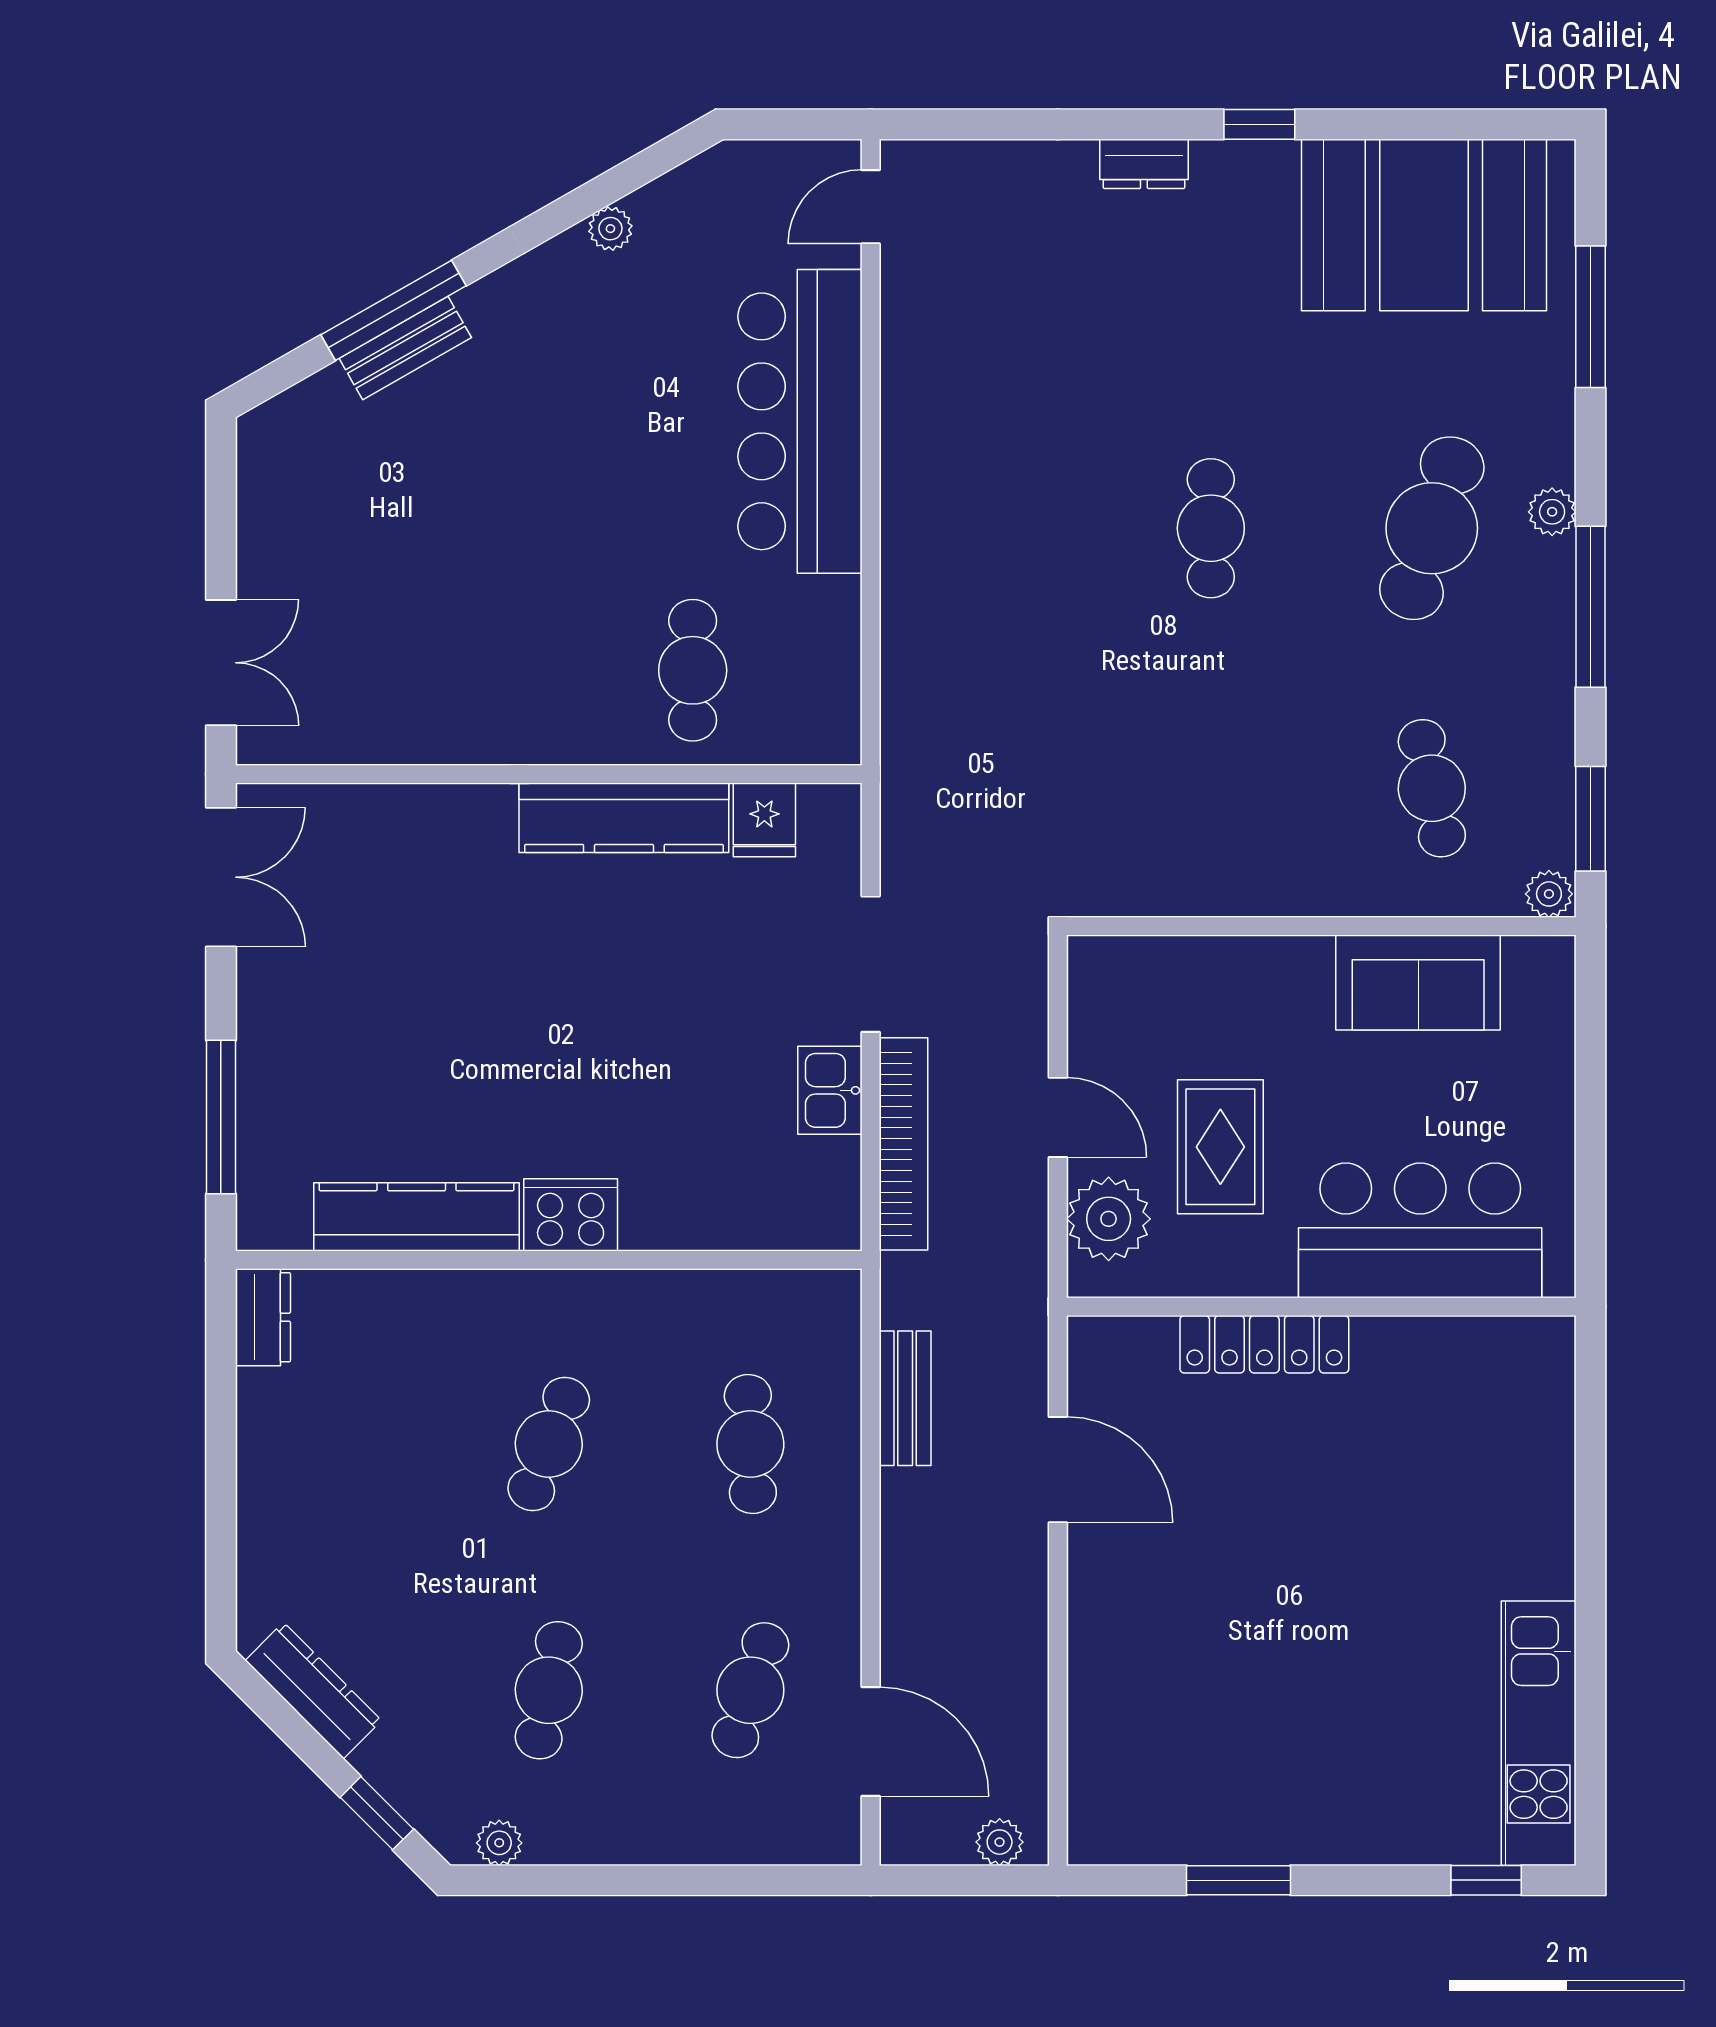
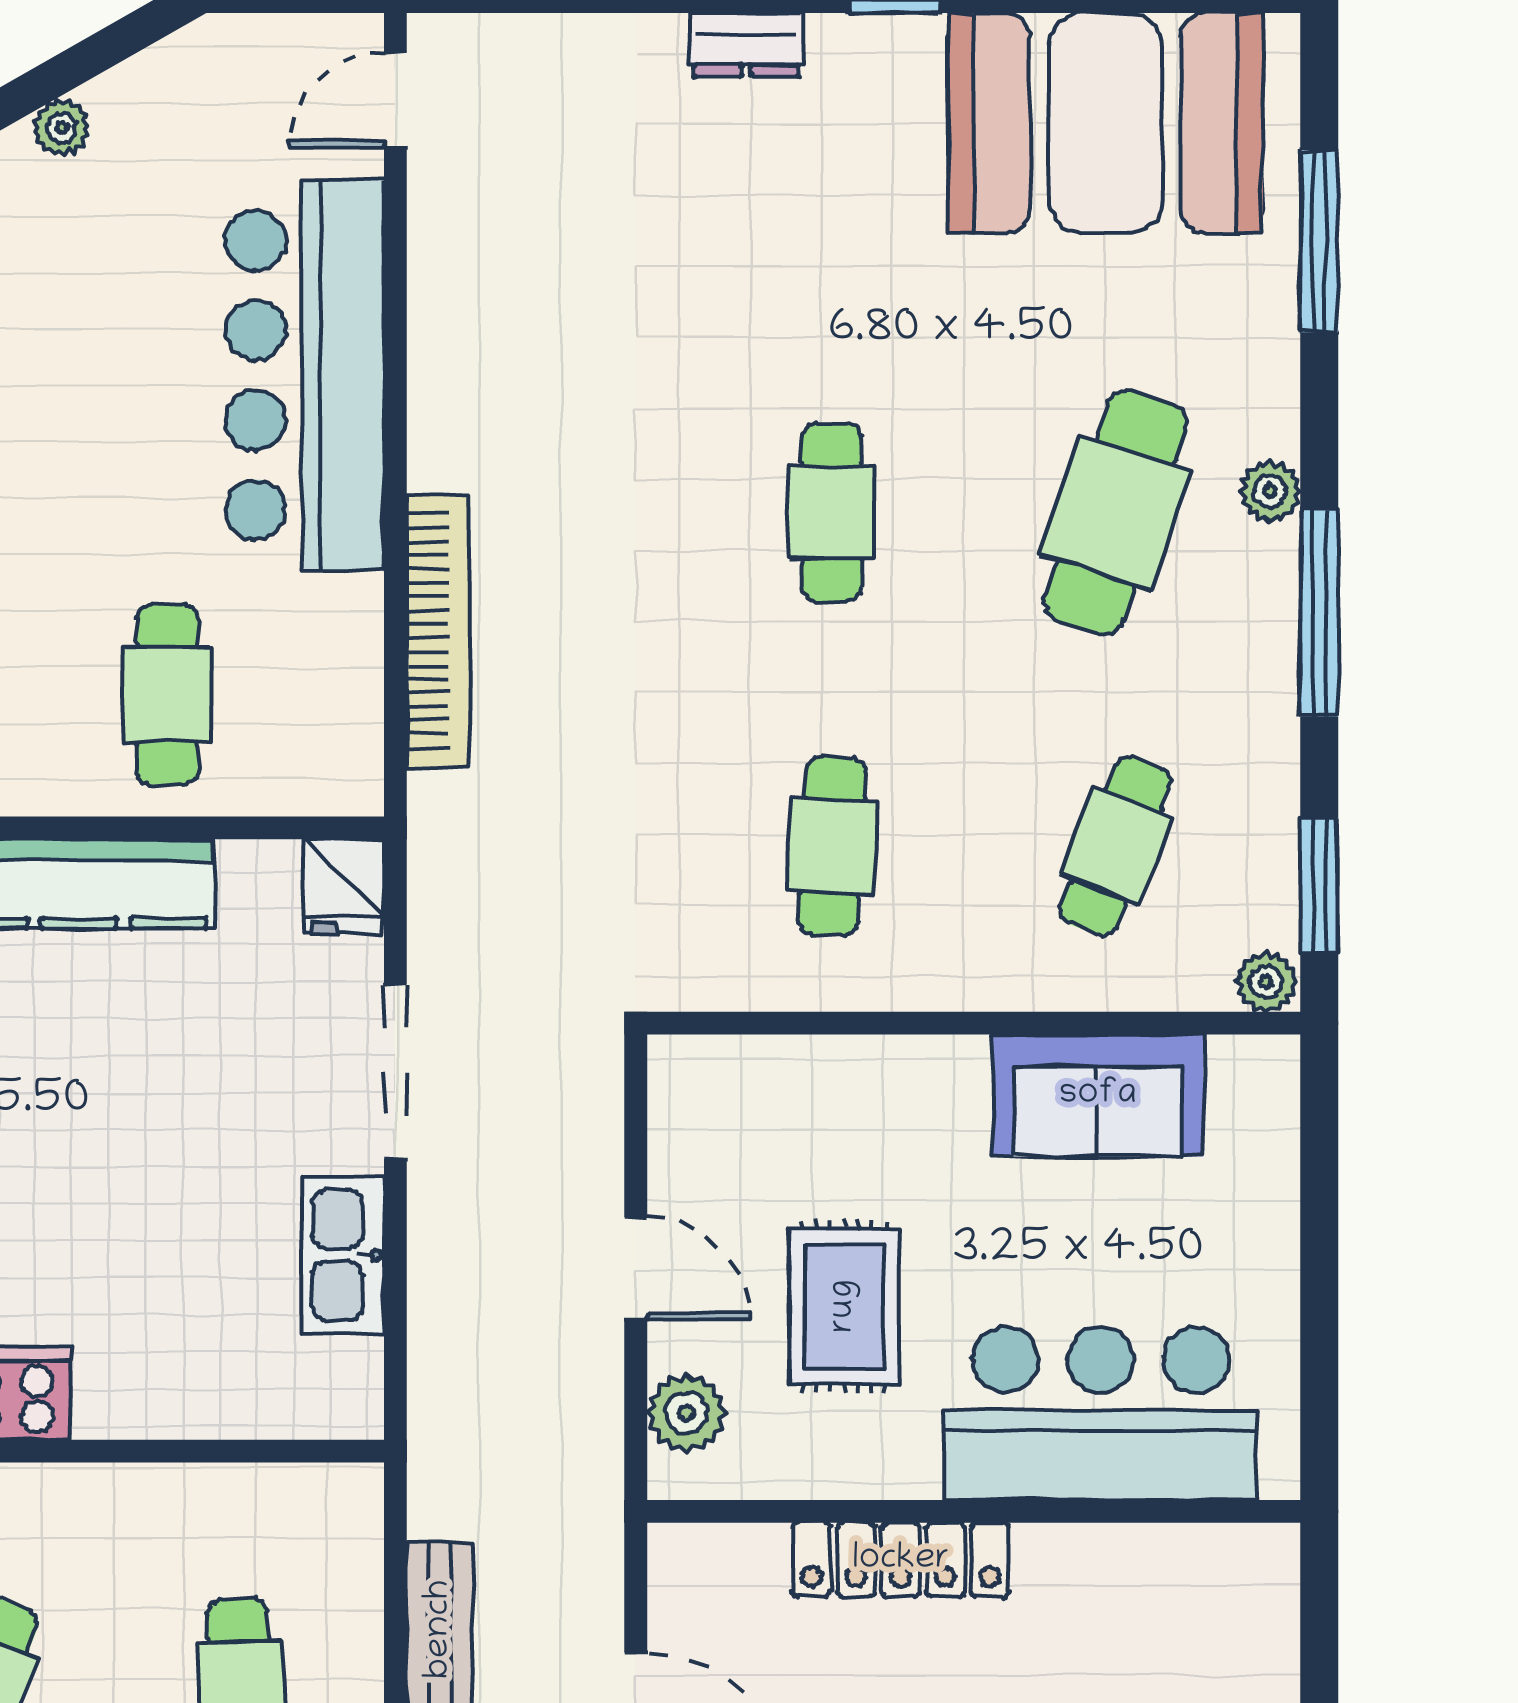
cafe table: (1211, 788) -> (832, 846), added
cafe table: (1432, 788) -> (1116, 846), turned 33
fridge: (764, 820) -> (344, 887), moved
kitchen sink: (830, 1090) -> (343, 1255), width x1.38
bookcase: (904, 1144) -> (438, 631), moved
plant: (1109, 1219) -> (686, 1413), width x0.73, depth x0.73

